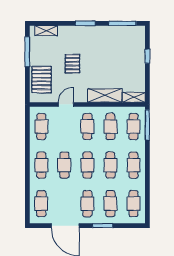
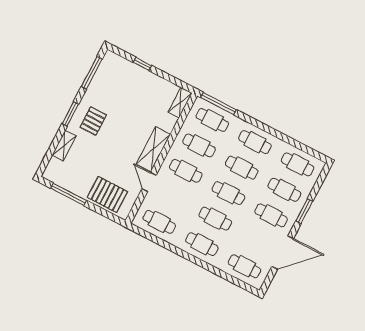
shelving: (46, 31) -> (64, 146), moved
pallet: (72, 64) -> (93, 121), moved, turned 90
shelving: (105, 95) -> (153, 149), moved

